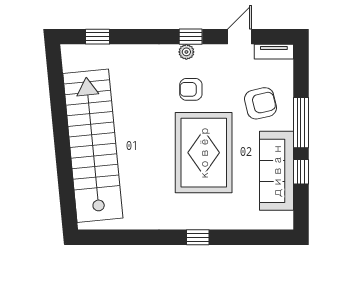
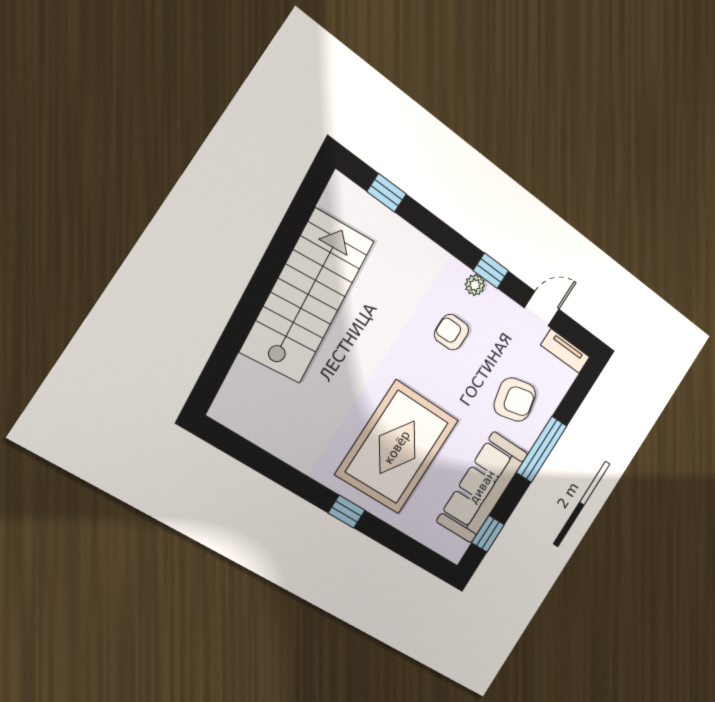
stairs: (93, 146) -> (307, 296), width x0.73
rug: (204, 153) -> (397, 447), moved
window: (301, 172) -> (488, 534), moved

